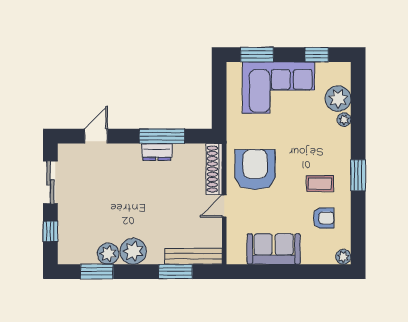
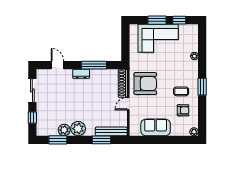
window: (257, 55) -> (157, 20), moved
plant: (338, 99) -> (191, 44), removed
door: (96, 136) -> (58, 65), hinge flipped
dresser: (157, 152) -> (81, 74), moved
armchair: (255, 170) -> (145, 84), turned 90

